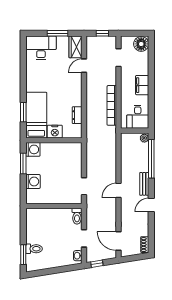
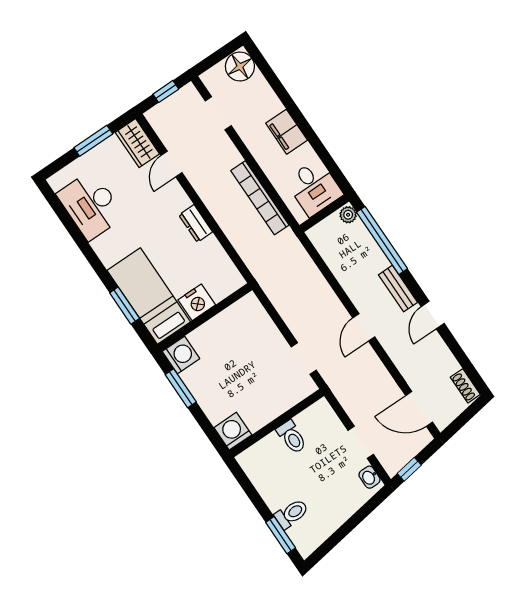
desk: (41, 48) -> (91, 205), moved, turned -90
dresser: (77, 115) -> (196, 223), moved
washing machine: (33, 181) -> (233, 431), moved, turned -90
toilet: (77, 216) -> (292, 437), moved

